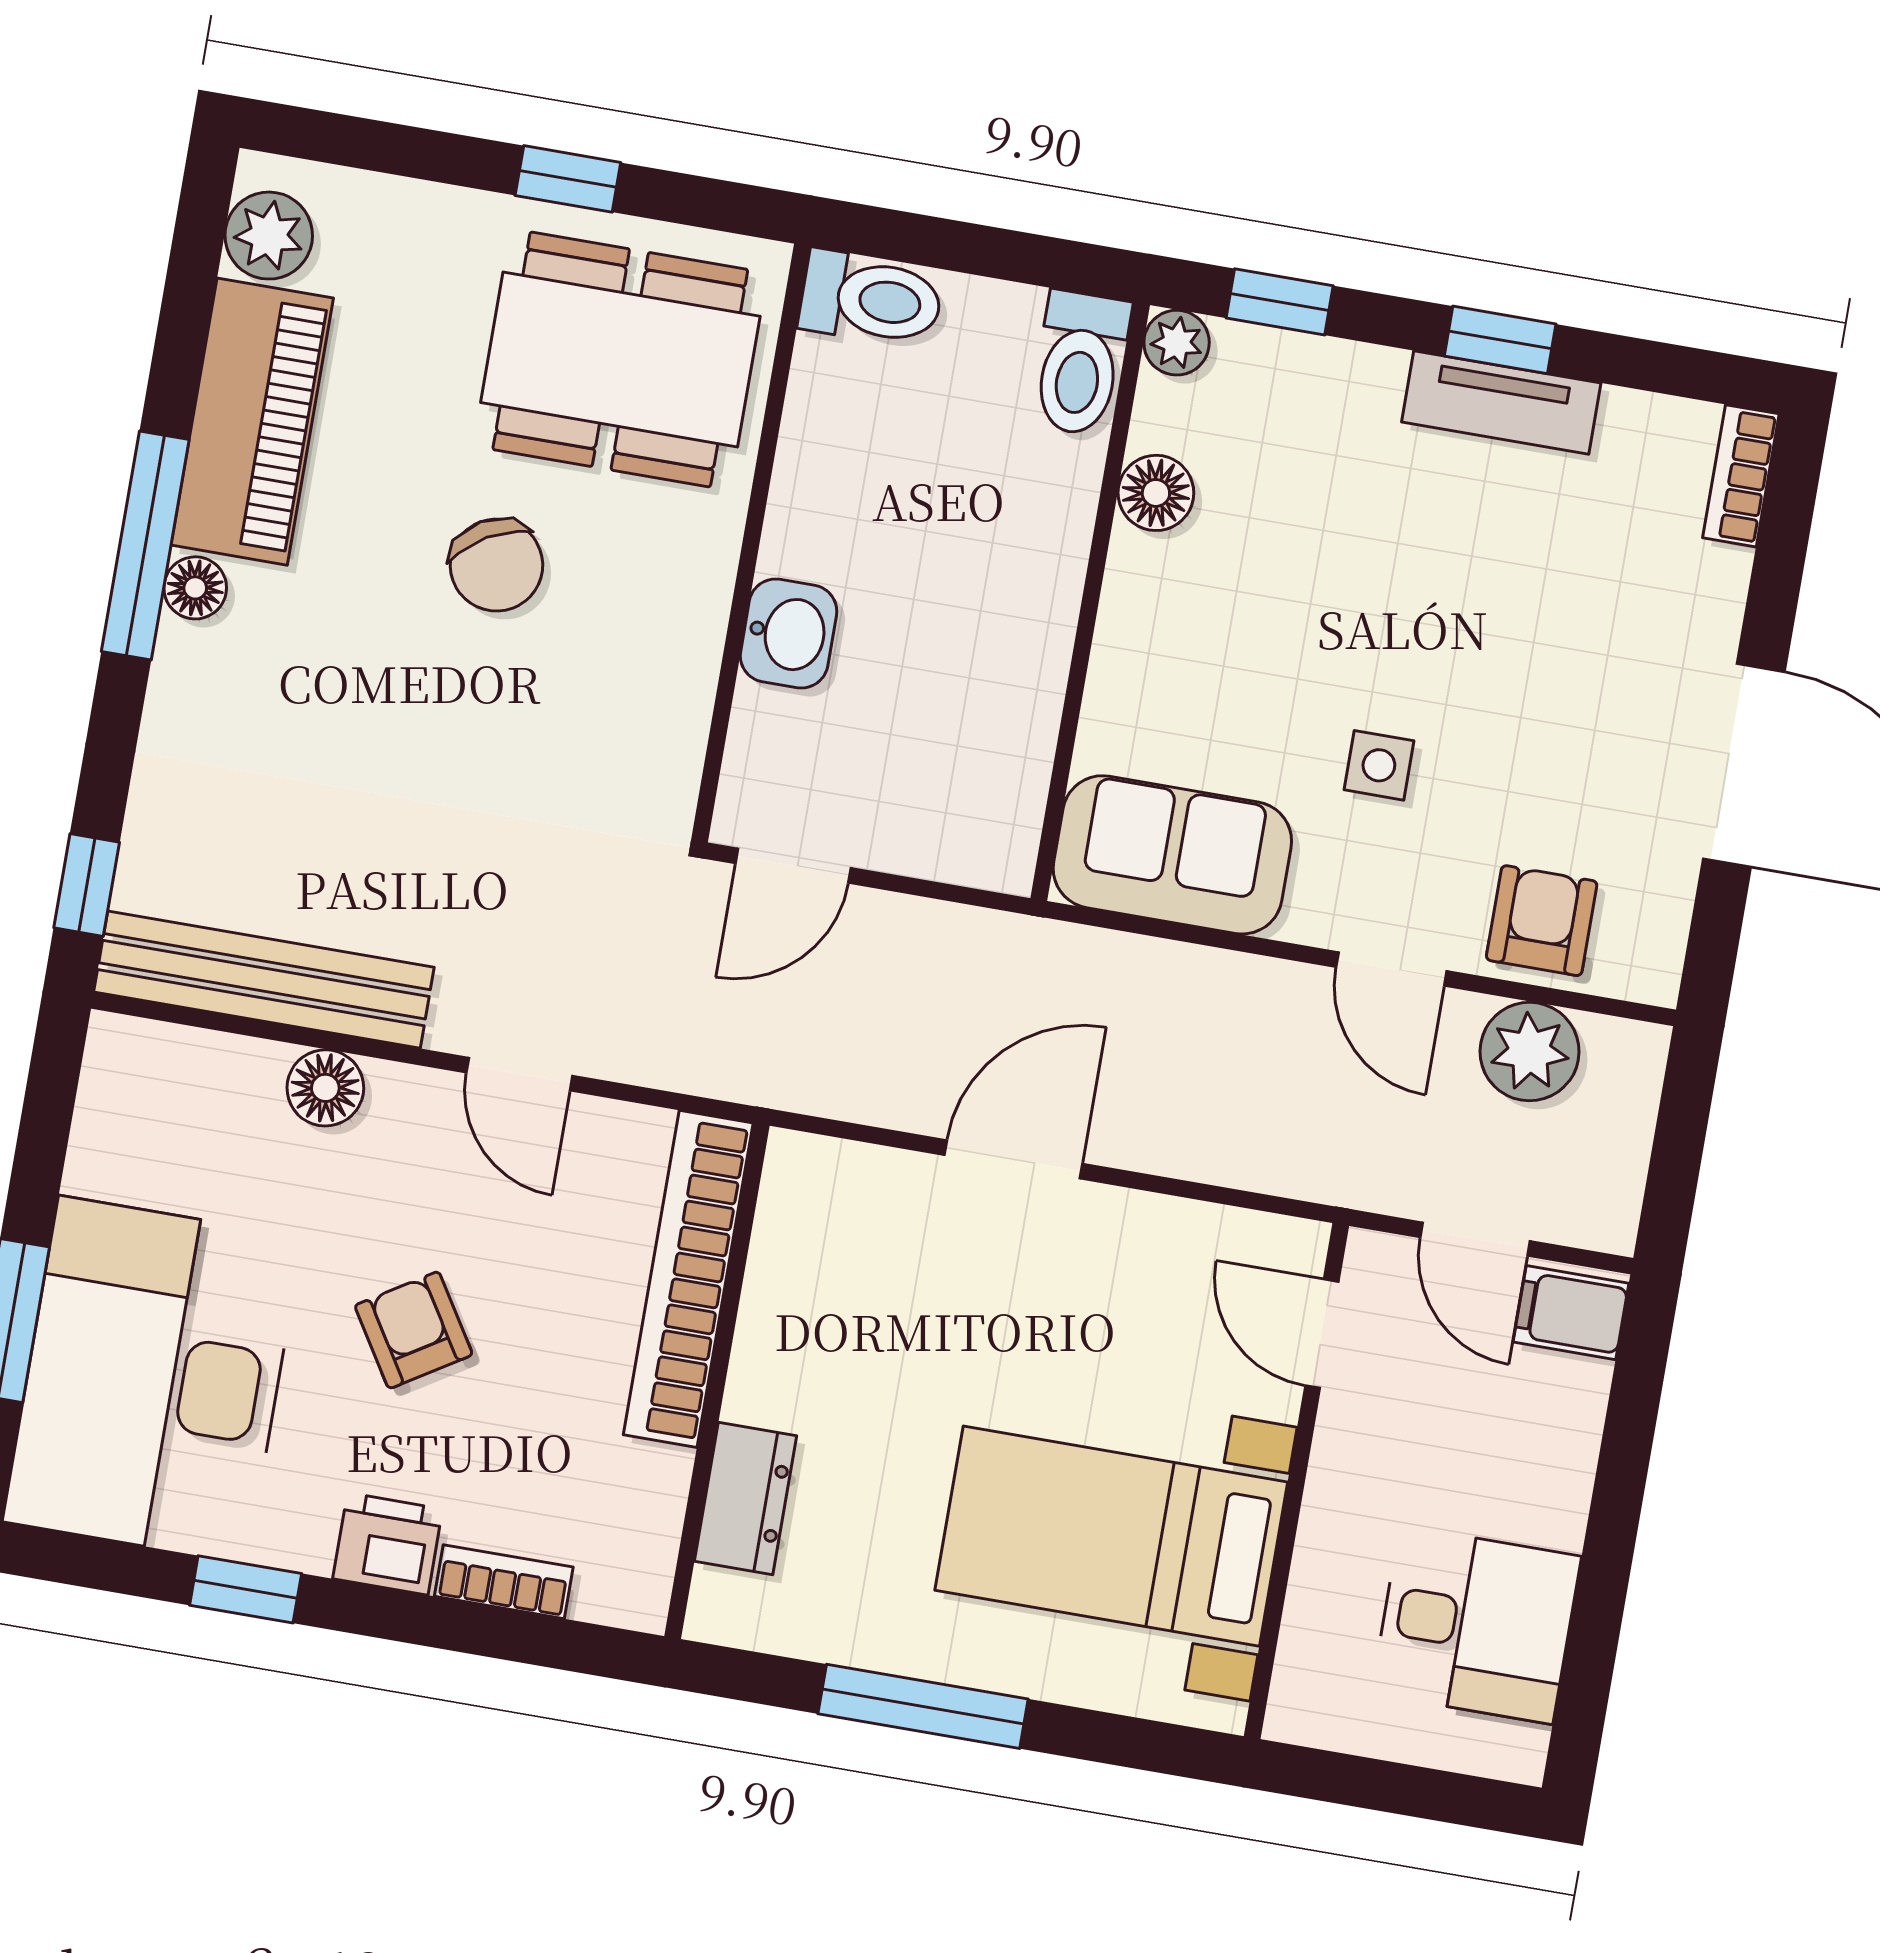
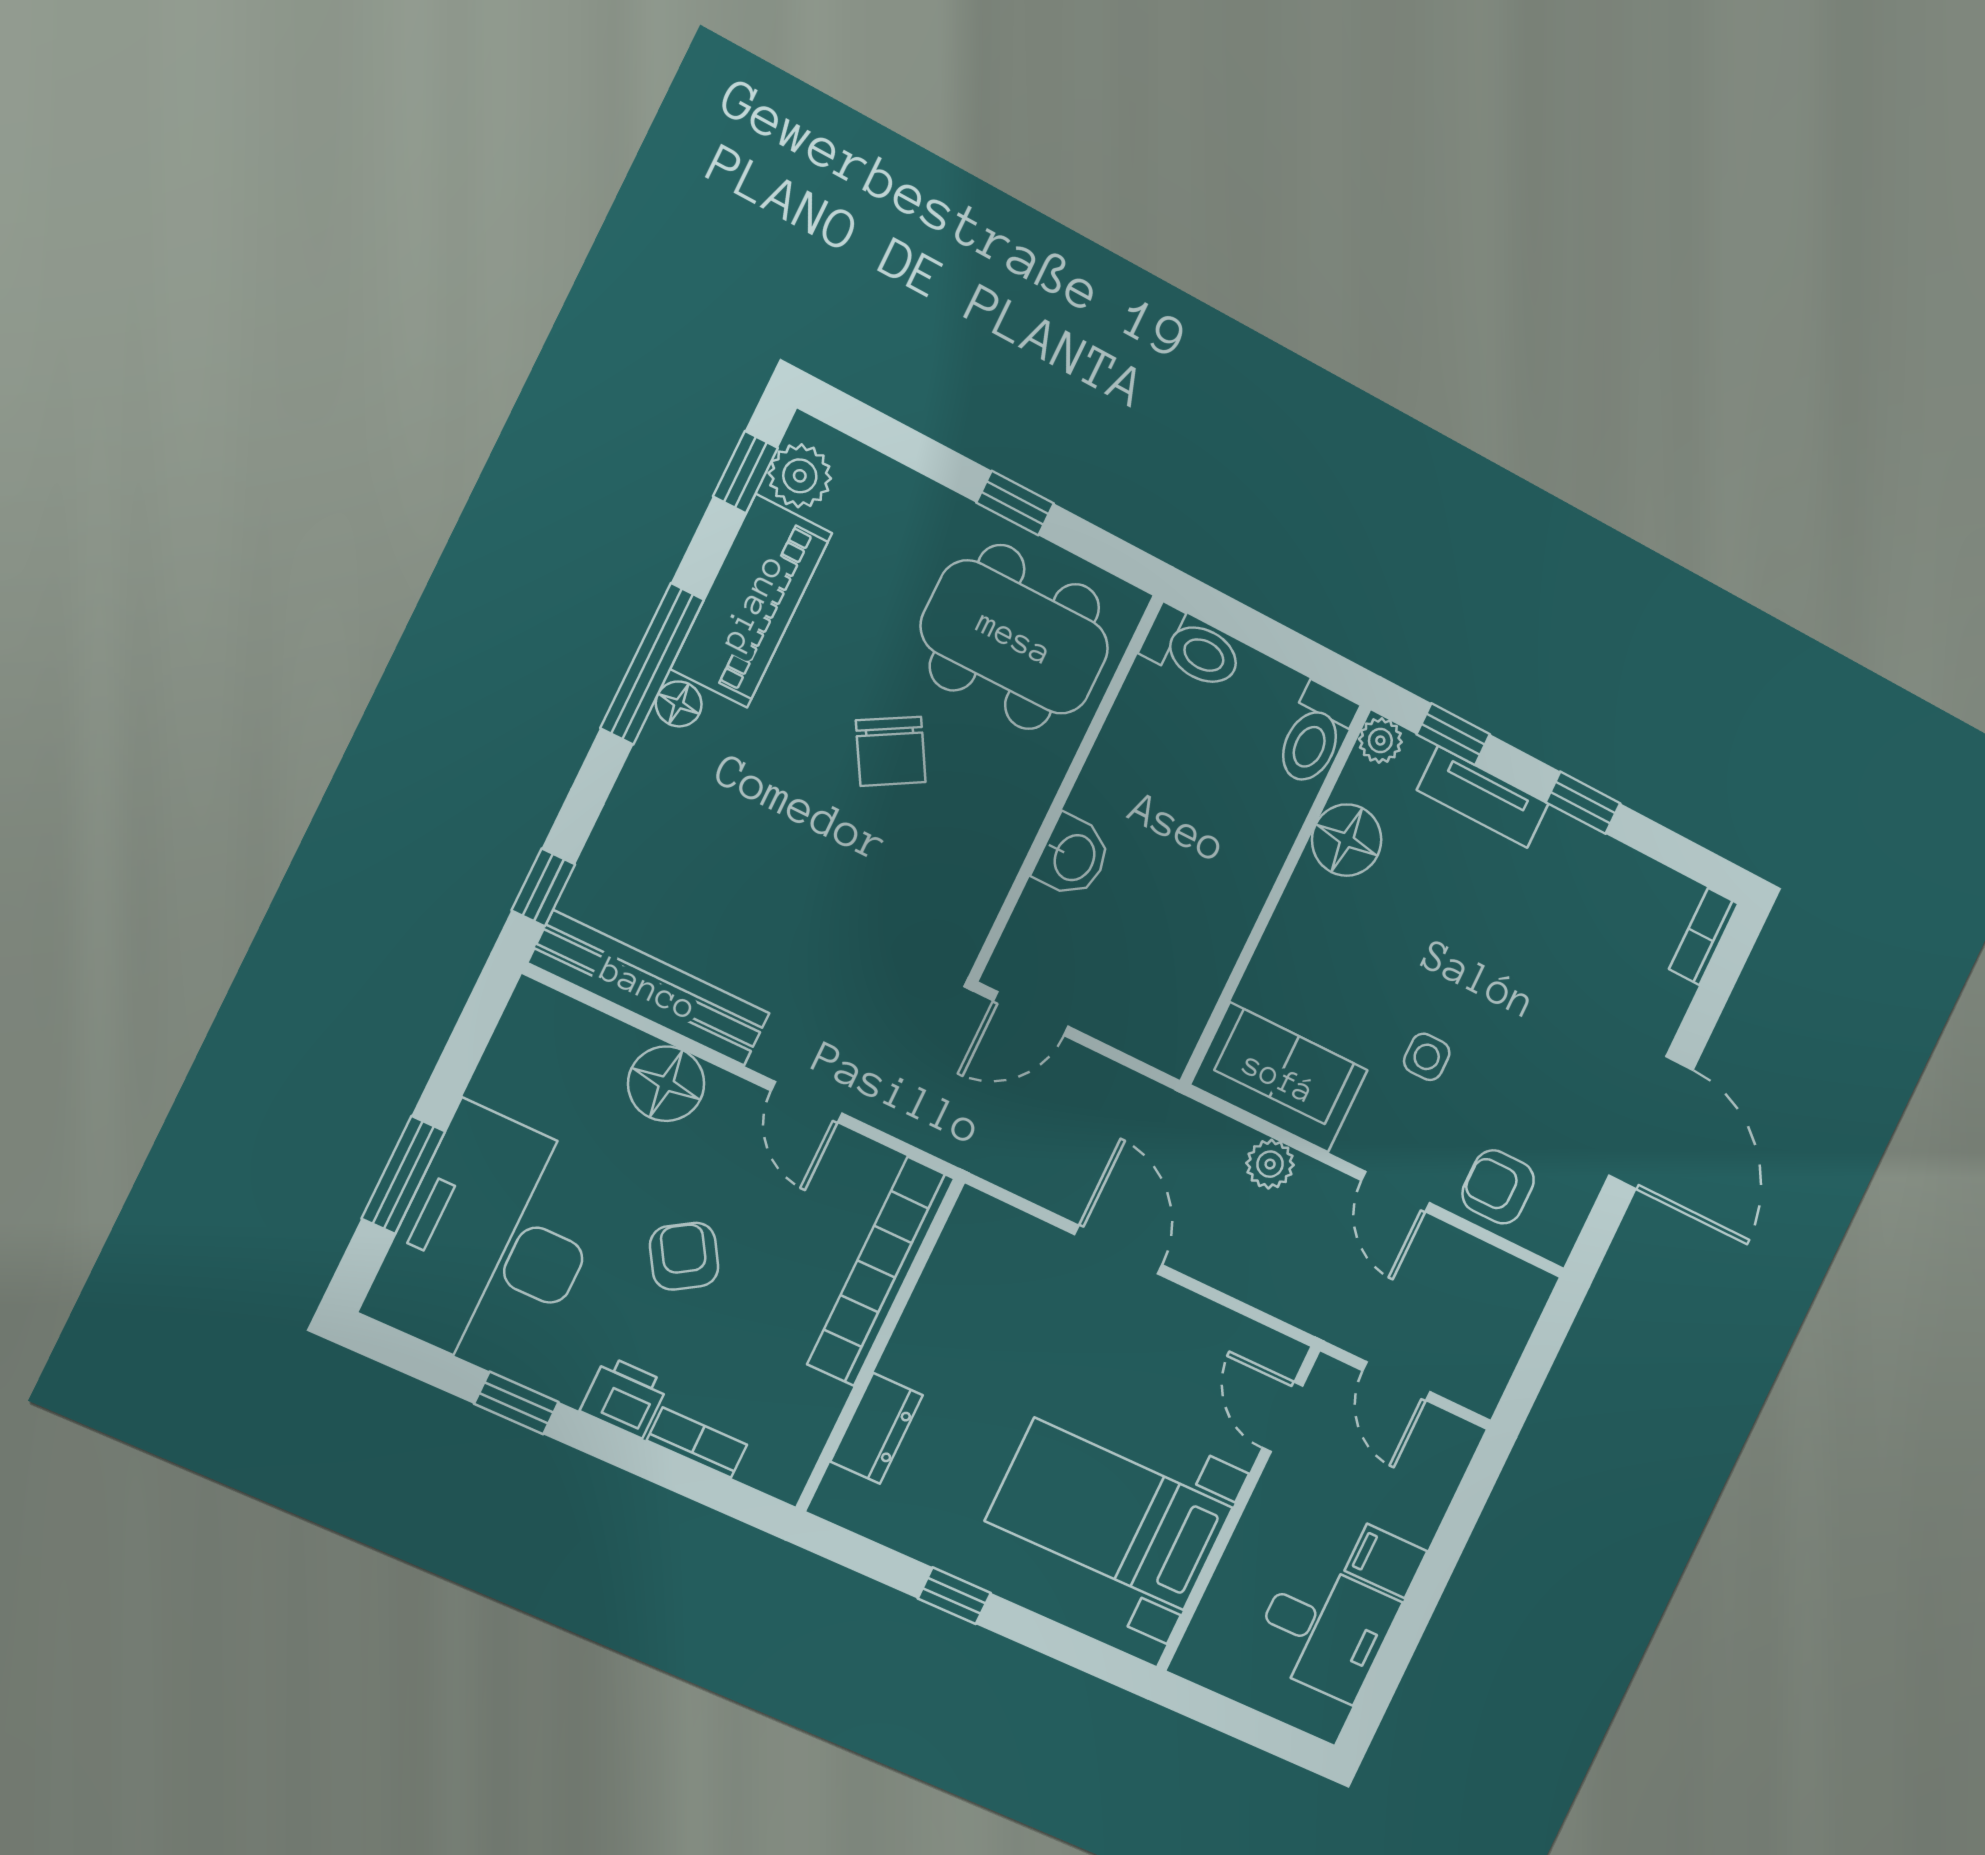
window: (196, 254) -> (745, 472), added
tv unit: (1501, 402) -> (1483, 797), moved
floor lamp: (1156, 493) -> (1347, 840), width x1.38, depth x1.38
armchair: (1542, 921) -> (1498, 1187), turned -90
plant: (1530, 1052) -> (1270, 1164), moved, width x0.73, depth x0.73
floor lamp: (325, 1088) -> (666, 1084), width x1.38, depth x1.38
door: (1014, 1159) -> (1118, 1250), hinge flipped
filing cabinet: (1571, 1313) -> (1386, 1561), moved
window: (923, 1706) -> (954, 1596), width x0.46

